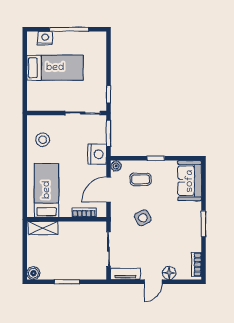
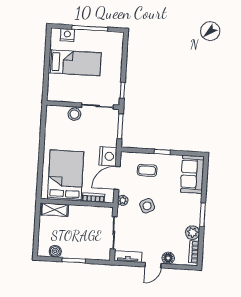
stool: (43, 140) -> (74, 114), moved
nightstand: (97, 154) -> (108, 156), moved
plant: (116, 166) -> (123, 200), moved
bed: (47, 190) -> (66, 175), width x1.50
plant: (194, 244) -> (193, 233), added
boiler: (33, 273) -> (55, 251), moved

